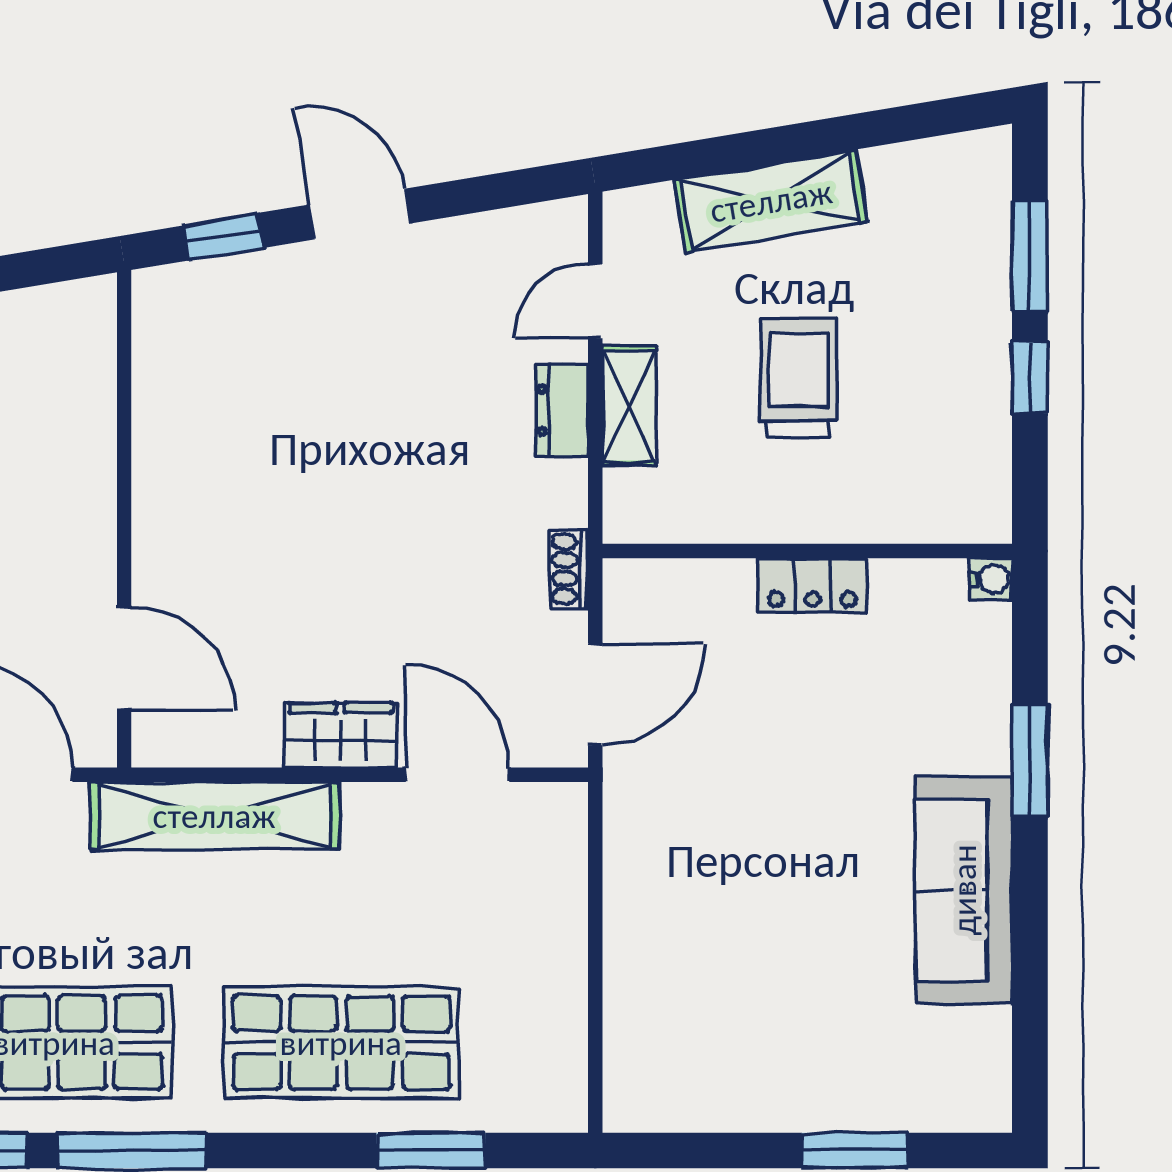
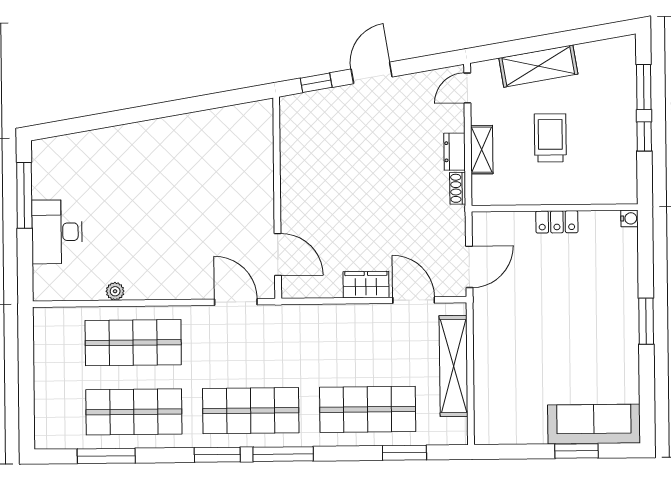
door: (360, 214) -> (372, 73), hinge flipped
door: (595, 301) -> (467, 88), moved
shoe rack: (569, 569) -> (458, 188), moved
window: (1030, 760) -> (646, 321), moved
shelving: (214, 816) -> (454, 366), moved, turned 90
sofa: (964, 890) -> (594, 424), moved, turned 90

